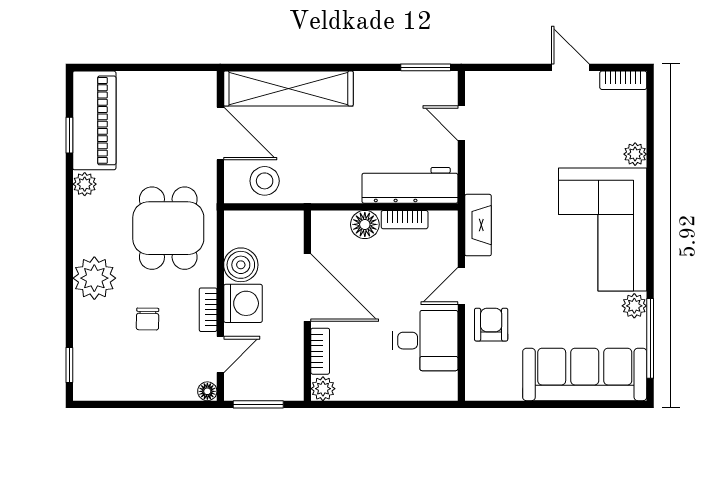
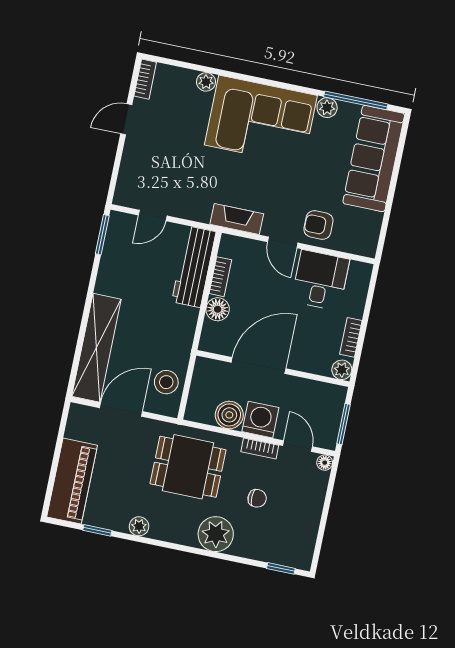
piano: (94, 120) -> (72, 481), moved, turned 90
bookcase: (320, 351) -> (351, 337), moved, turned -90

